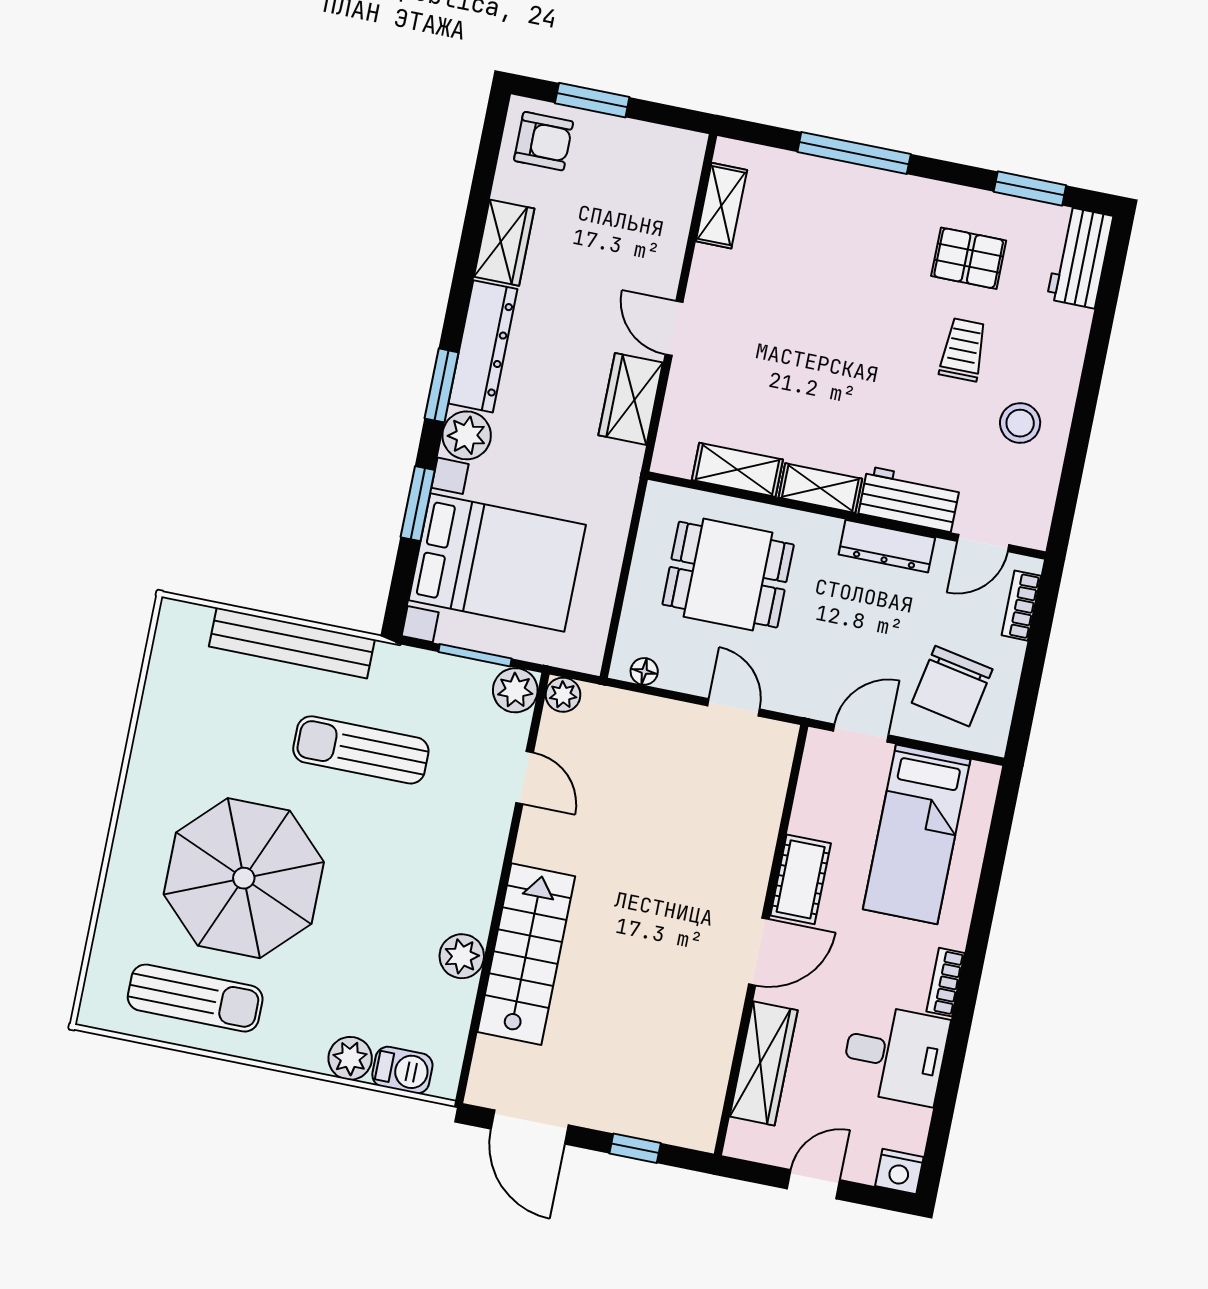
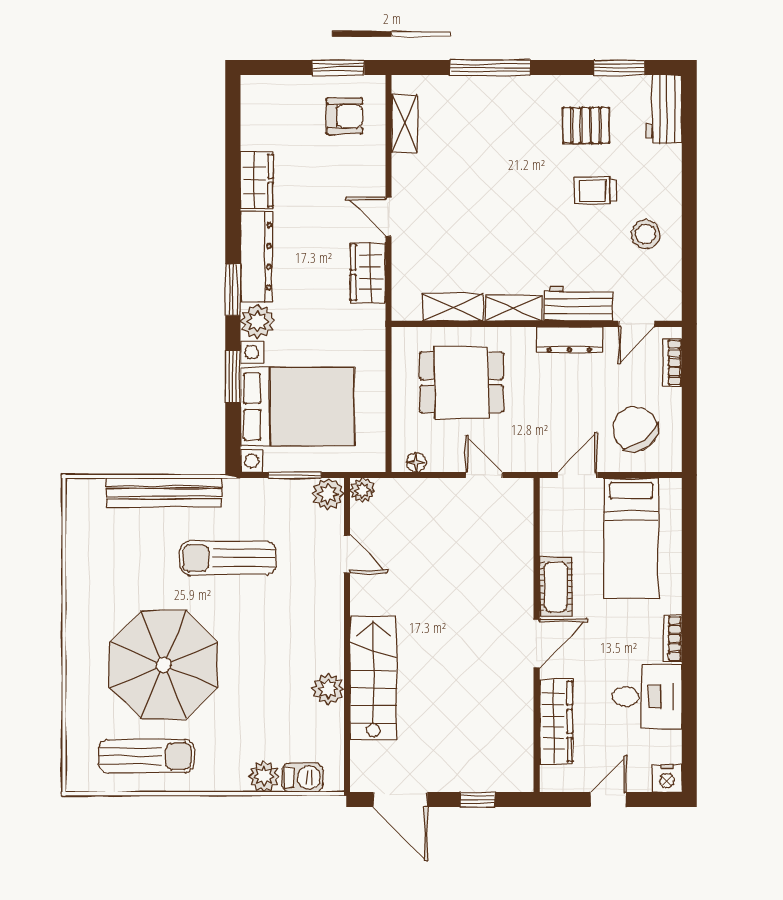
window: (592, 100) -> (338, 68), moved
armchair: (544, 141) -> (345, 116), moved
trolley: (963, 350) -> (595, 191), turned -90
chair: (952, 686) -> (635, 429), turned 131

